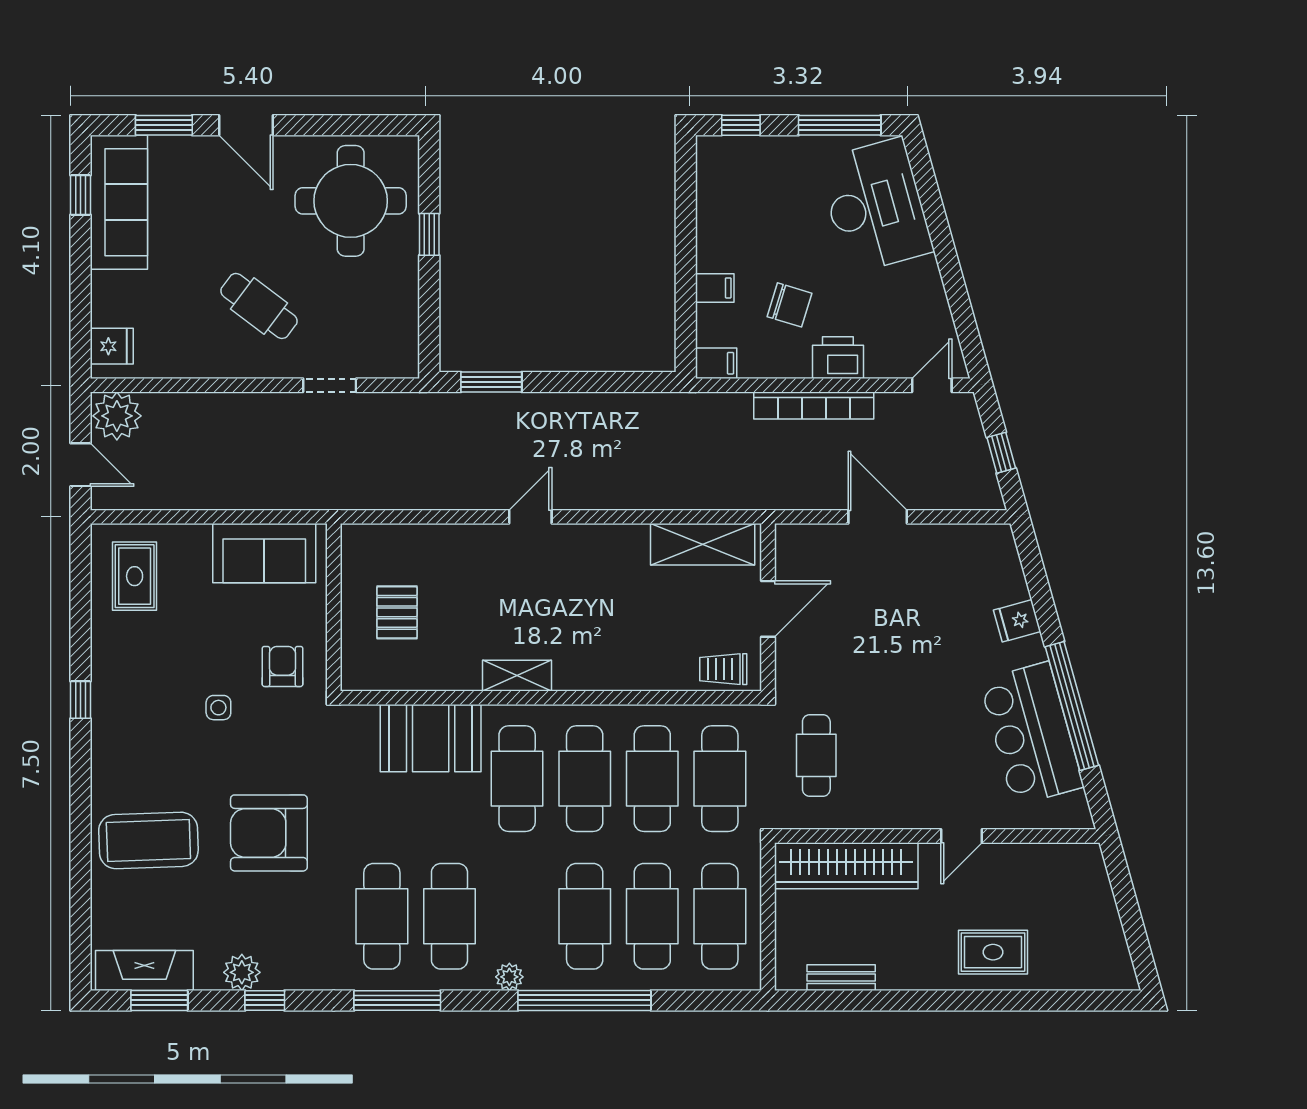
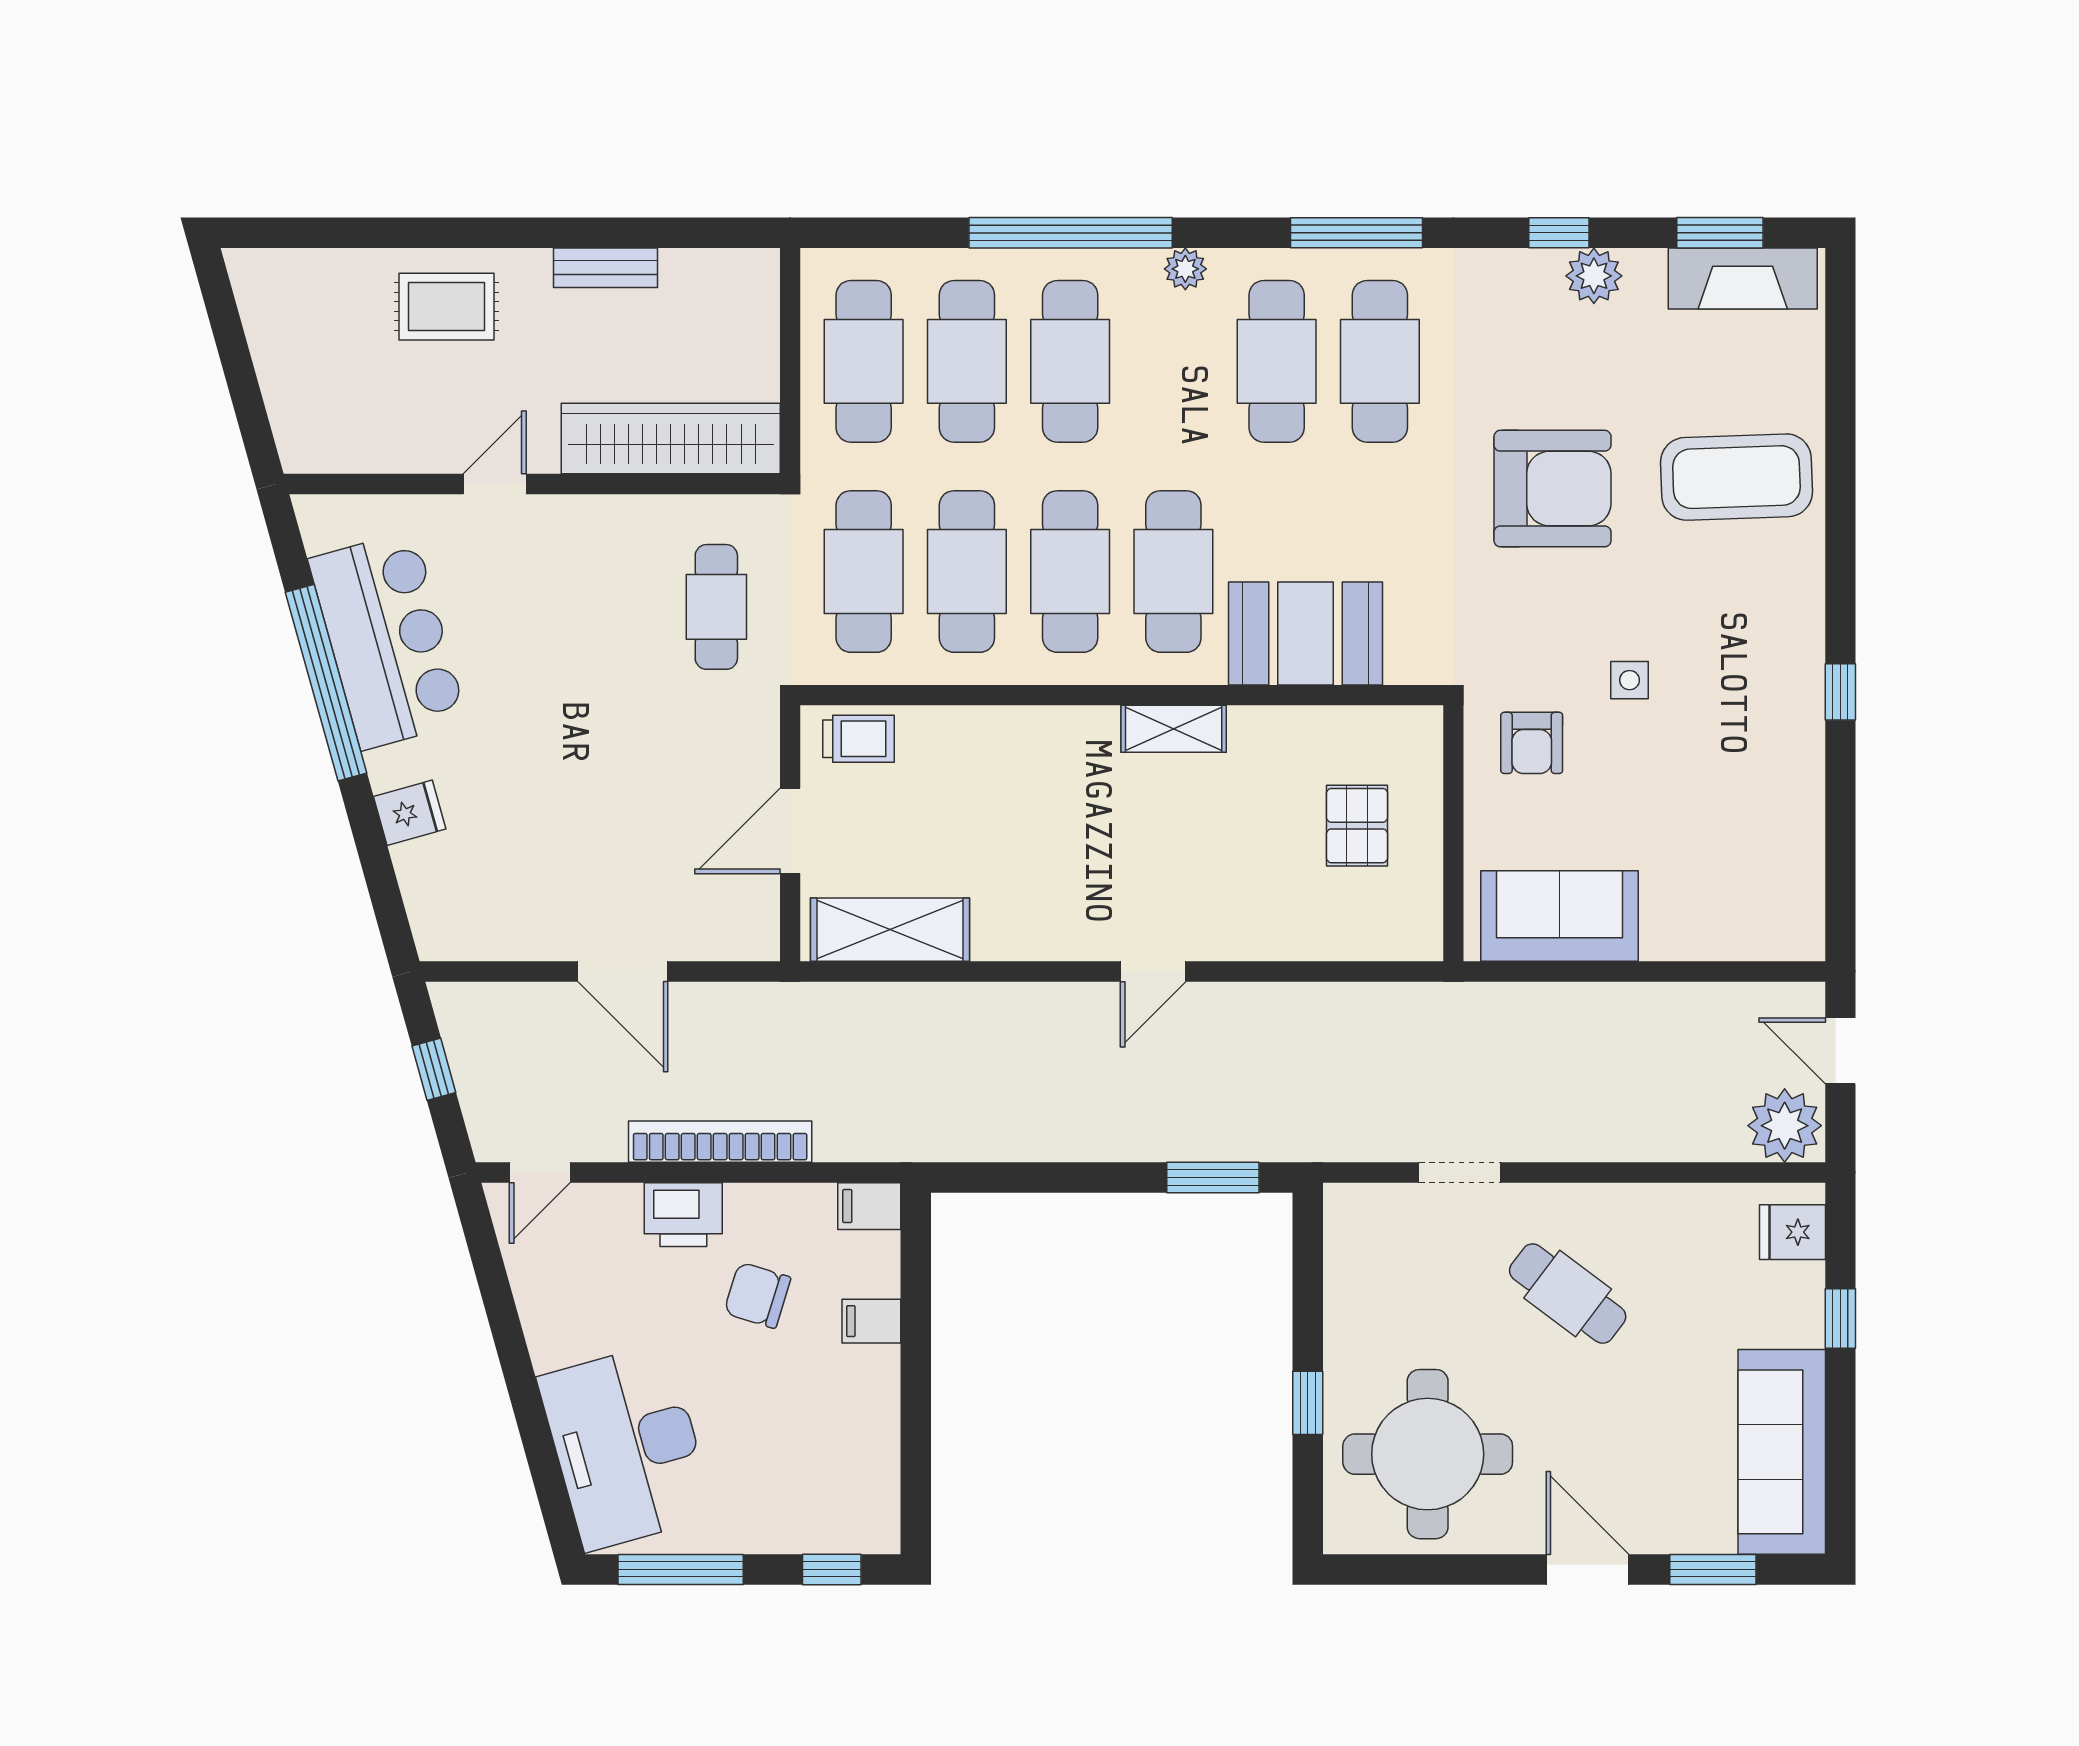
window: (80, 195) -> (1840, 1318), moved
rug: (135, 576) -> (1758, 881), removed
bench: (841, 978) -> (606, 268), moved

